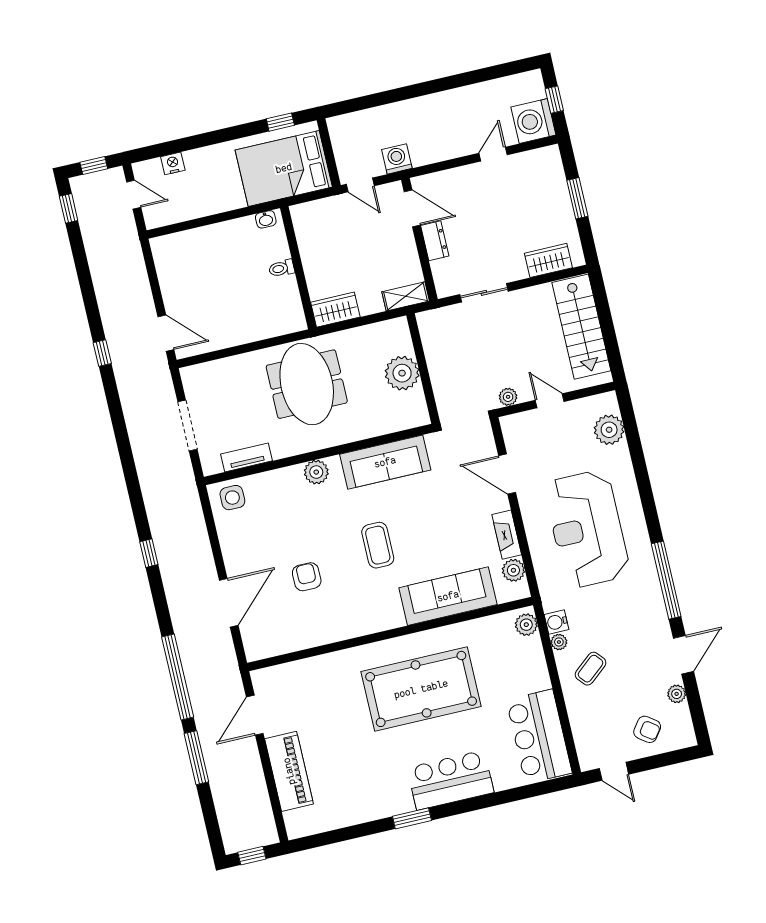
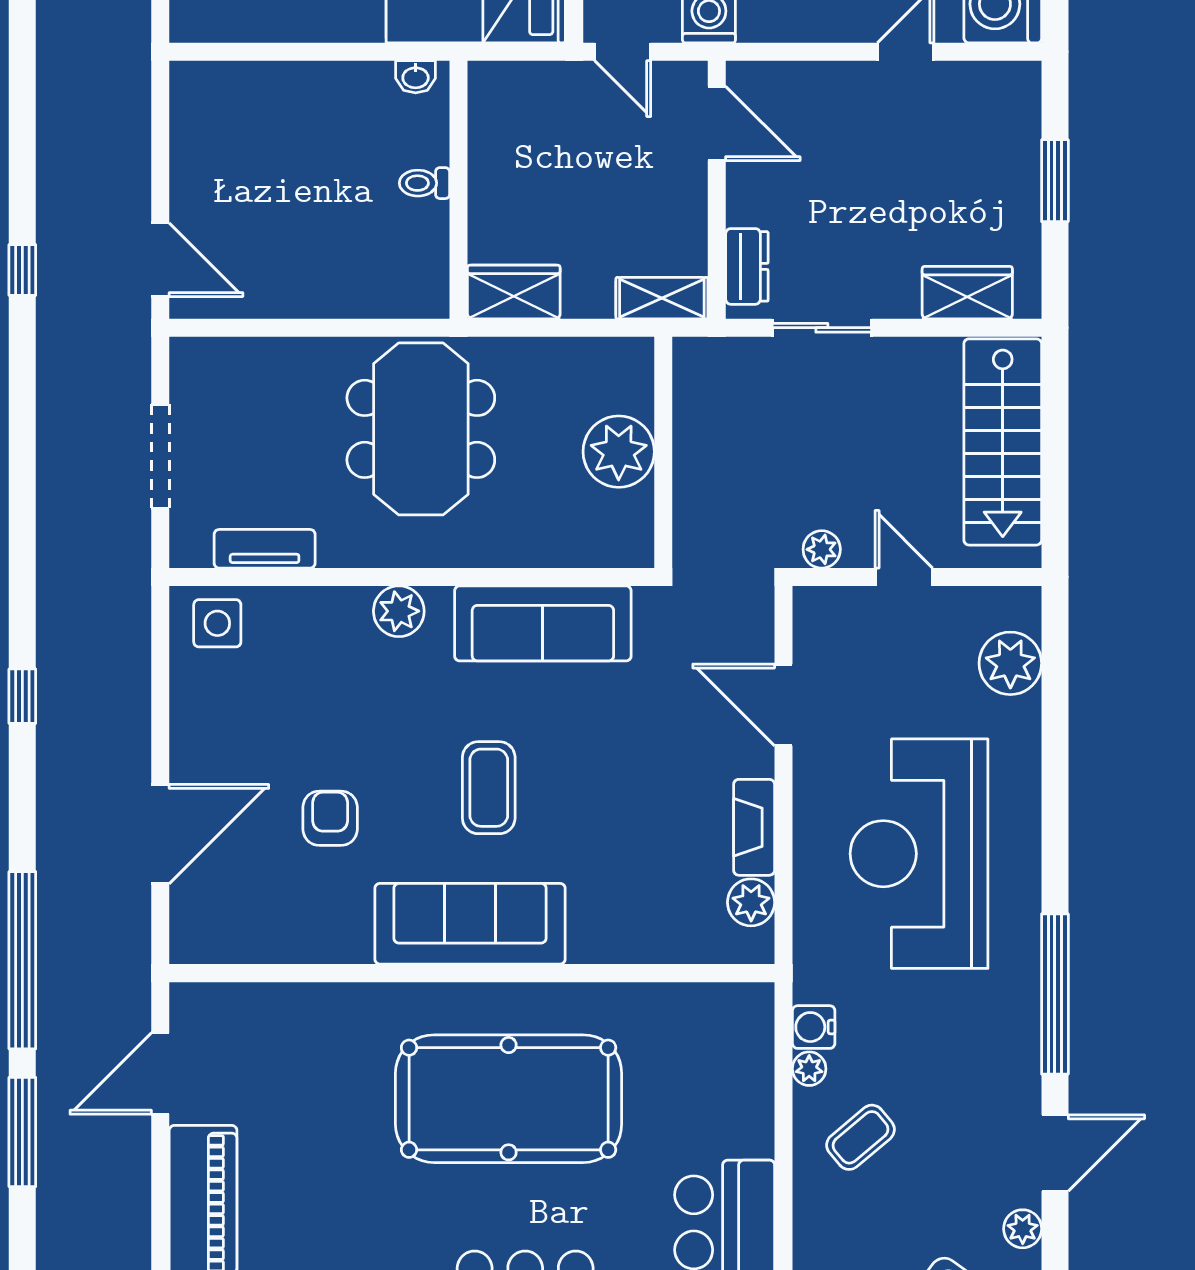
dresser: (435, 241) -> (747, 266), moved
sofa: (448, 596) -> (470, 924), moved
plant: (526, 625) -> (751, 1018), removed

